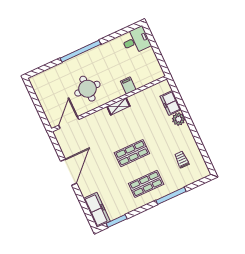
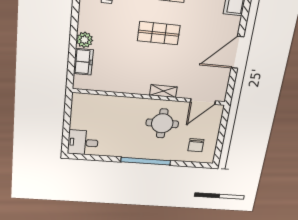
chair: (51, 86) -> (196, 145), added
filing cabinet: (128, 86) -> (118, 104), removed
shelving: (118, 106) -> (163, 91), moved

